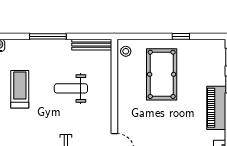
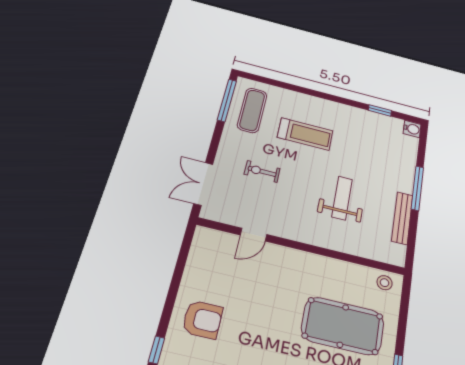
bench: (92, 45) -> (402, 218), moved
treadmill: (20, 89) -> (305, 134), moved

